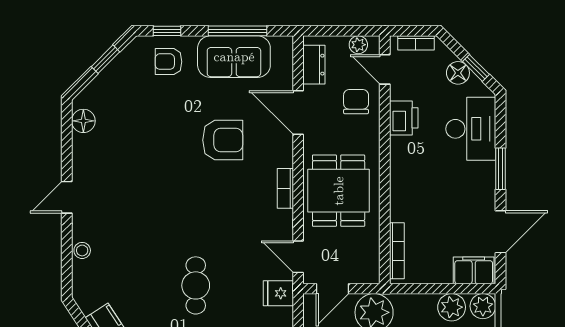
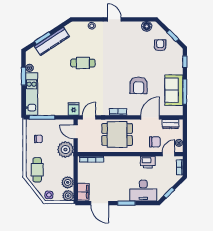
armchair: (169, 62) -> (160, 45), moved
floor lamp: (458, 73) -> (167, 185), removed
cafe table: (196, 285) -> (83, 63), moved

